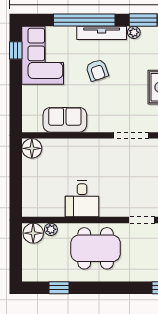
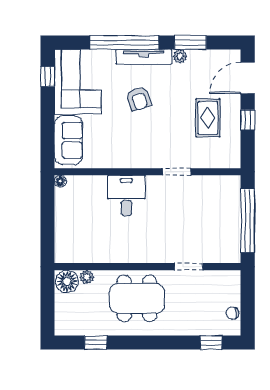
sofa: (65, 120) -> (69, 140), moved, turned 90
doorway: (131, 135) -> (177, 172), width x0.73
floor lamp: (32, 148) -> (60, 181), width x0.53, depth x0.53
desk: (82, 199) -> (126, 195), moved, turned 180

